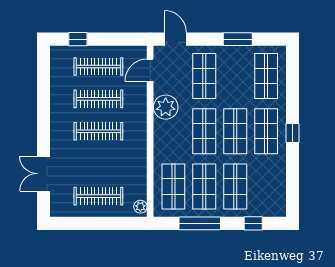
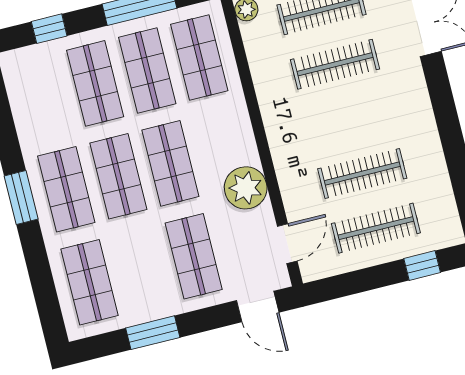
clothes rail: (98, 131) -> (335, 64), moved
window: (292, 133) -> (21, 198), width x1.50

